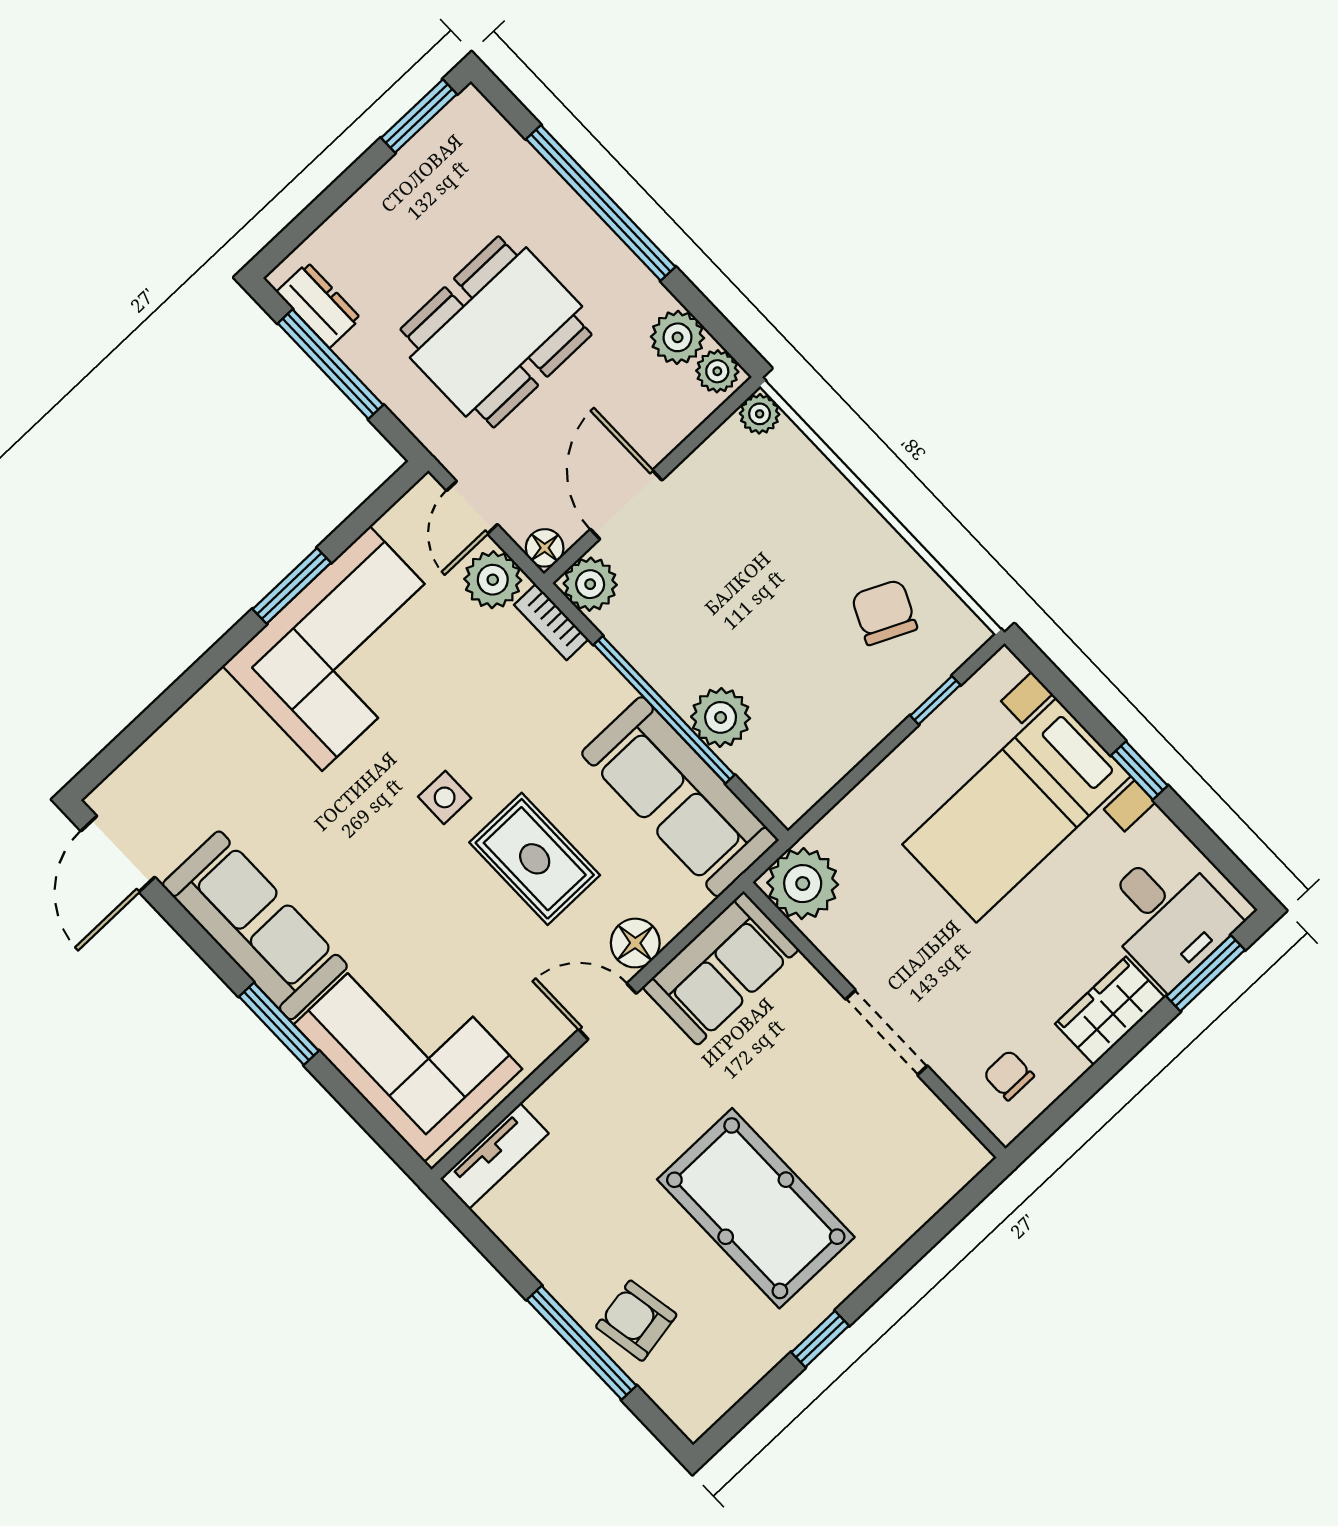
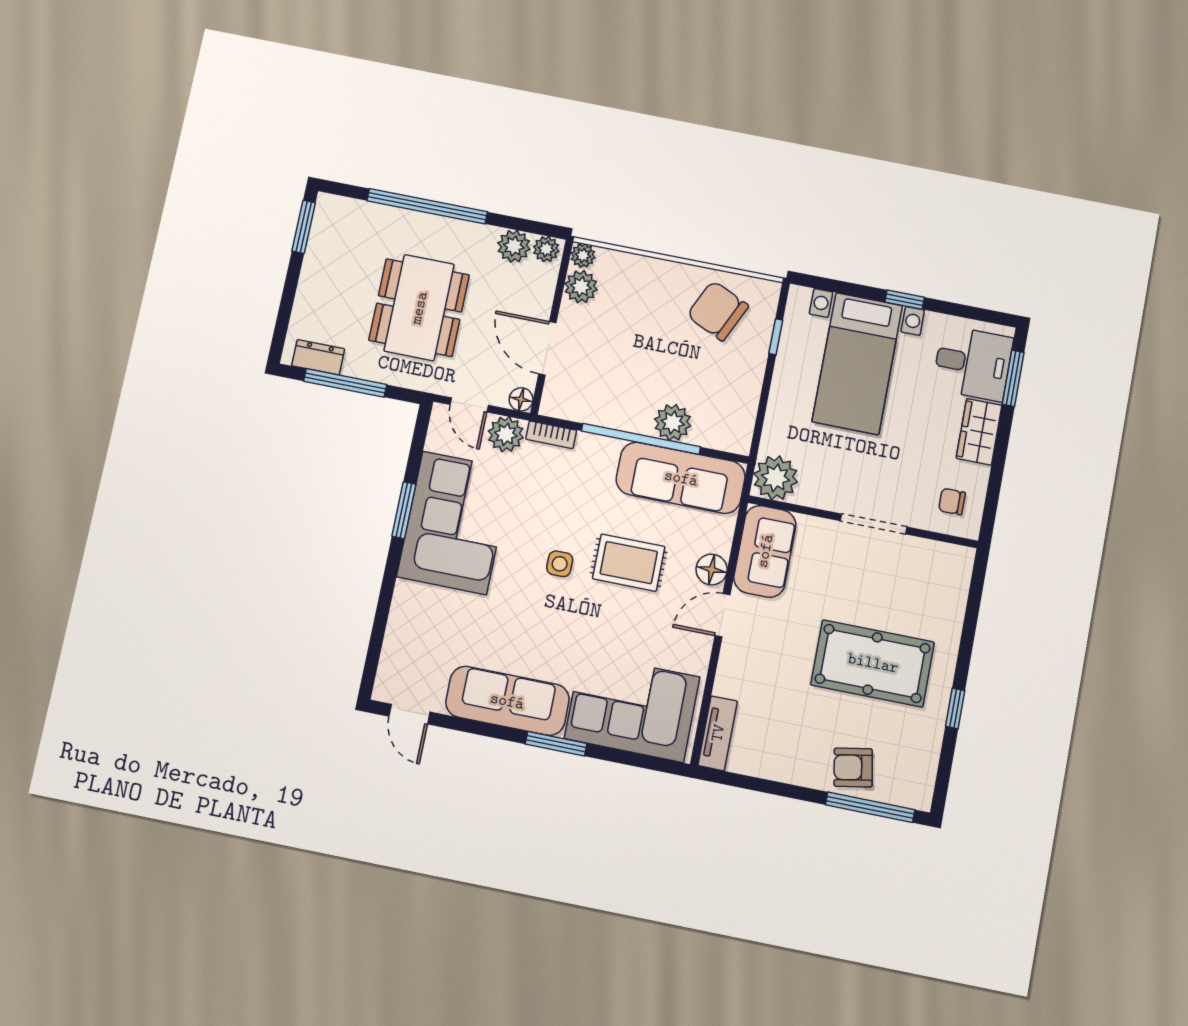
plant: (590, 584) -> (581, 287), moved
chair: (884, 612) -> (718, 311), width x1.37, depth x1.37
door: (118, 854) -> (409, 714), width x0.73
window: (582, 1343) -> (870, 807), moved

